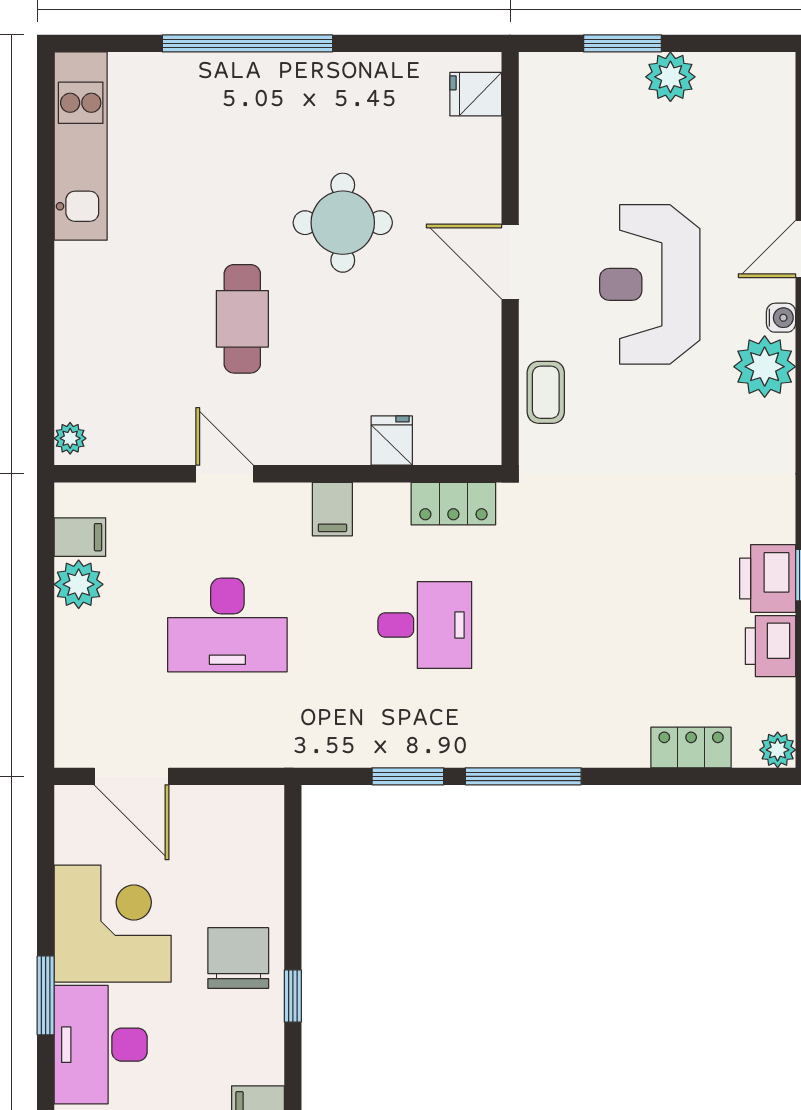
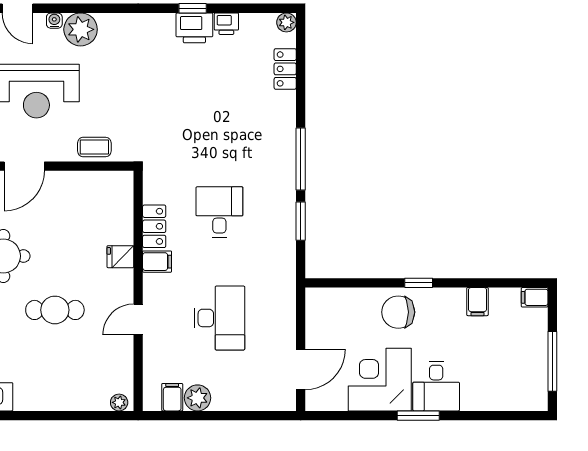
fridge: (392, 441) -> (120, 257), moved
locker: (453, 504) -> (154, 226), moved
printer: (770, 646) -> (226, 24), width x0.73, depth x0.81
desk: (101, 1045) -> (436, 386), width x0.73

